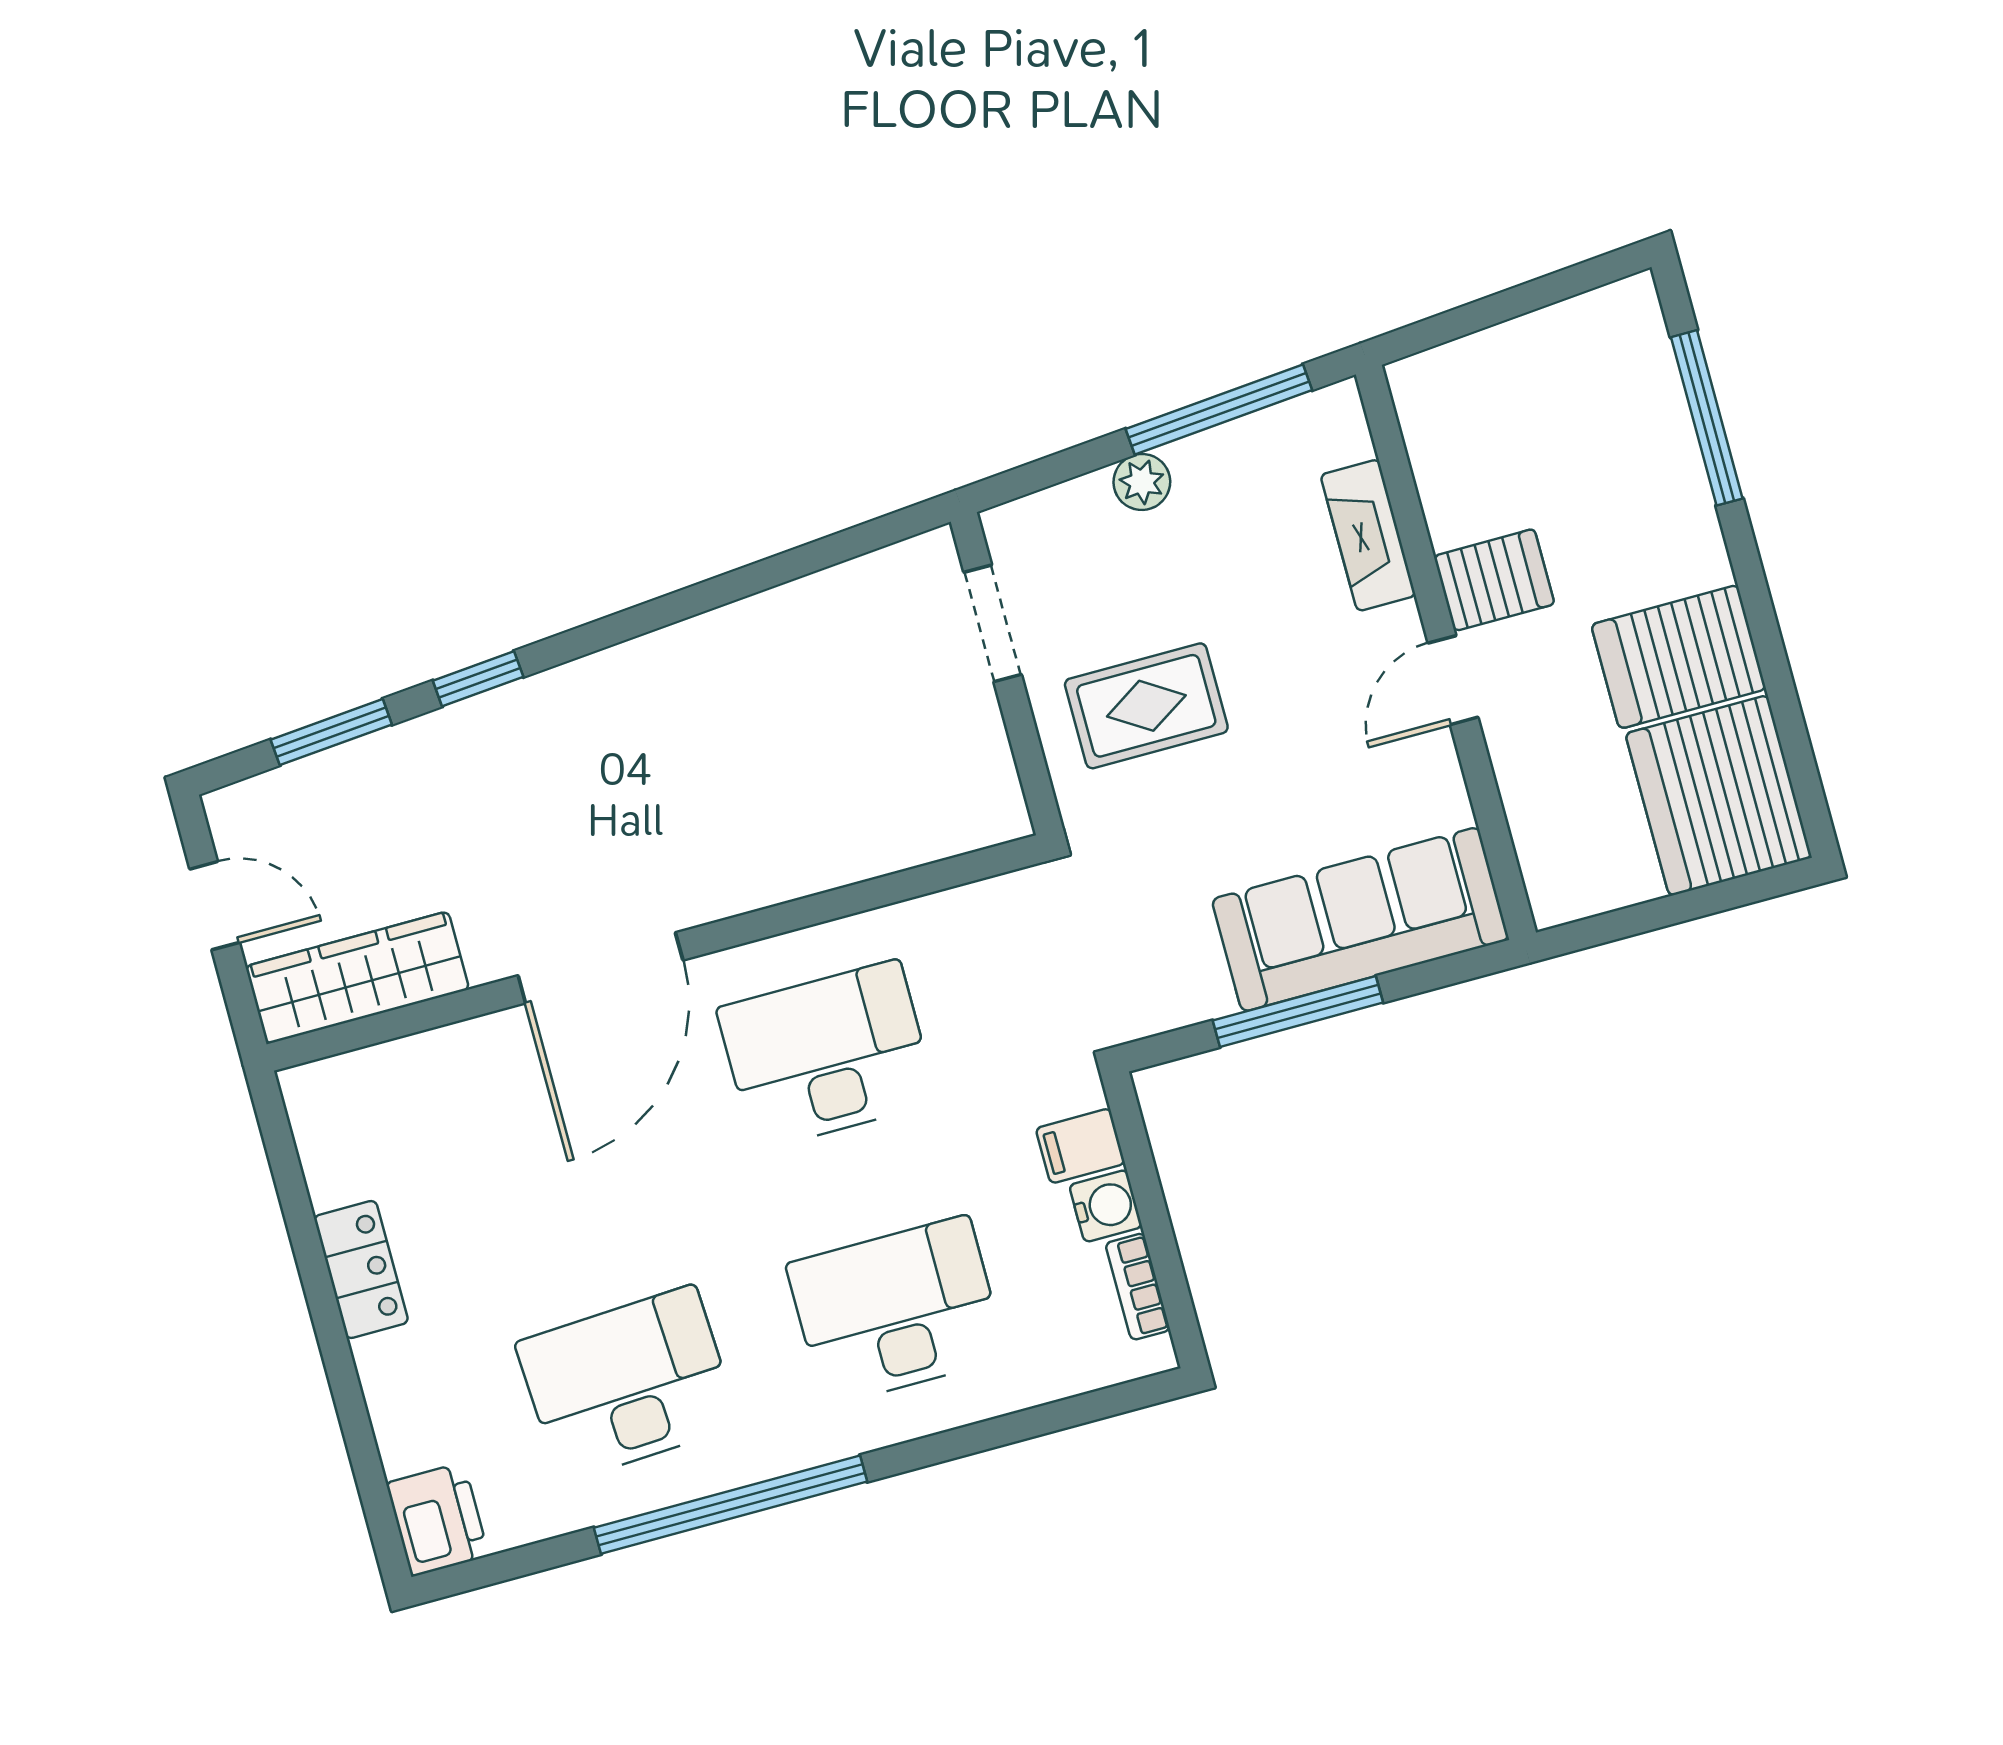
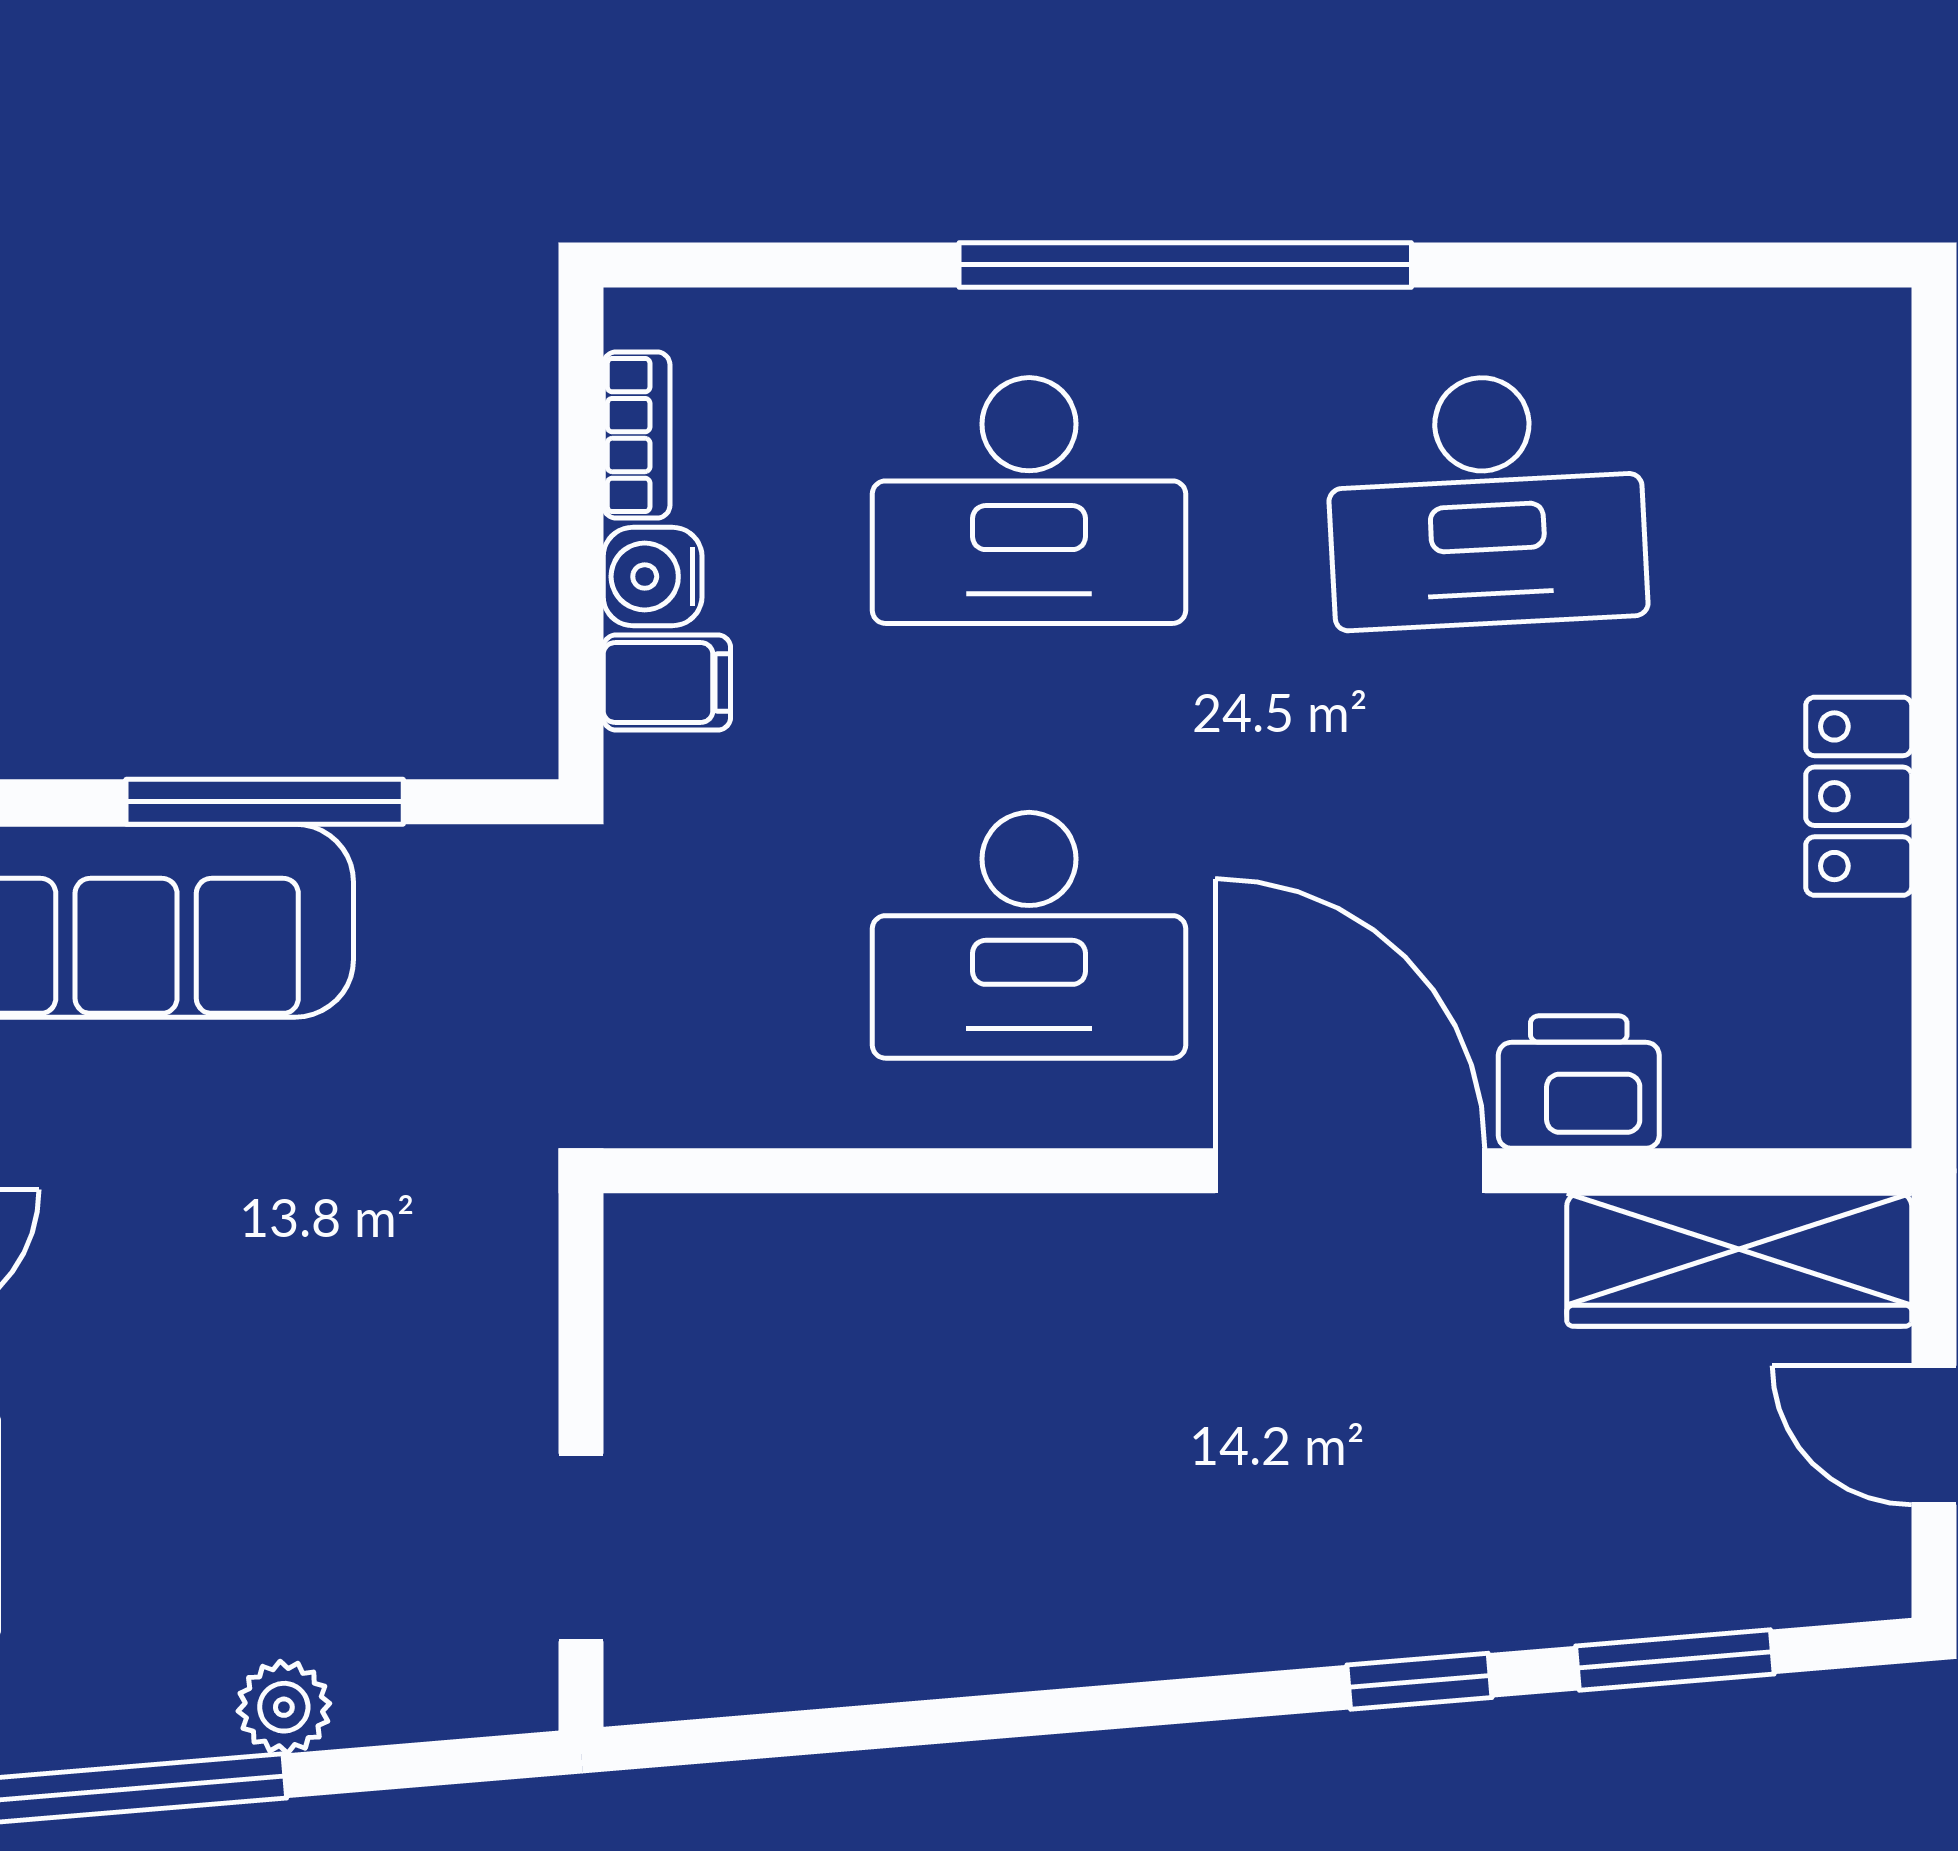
rug: (1146, 706) -> (373, 1351), removed
door: (600, 968) -> (1350, 1171), hinge flipped
window: (731, 1505) -> (1185, 265), moved
printer: (438, 1519) -> (1579, 1082), moved, turned 90

